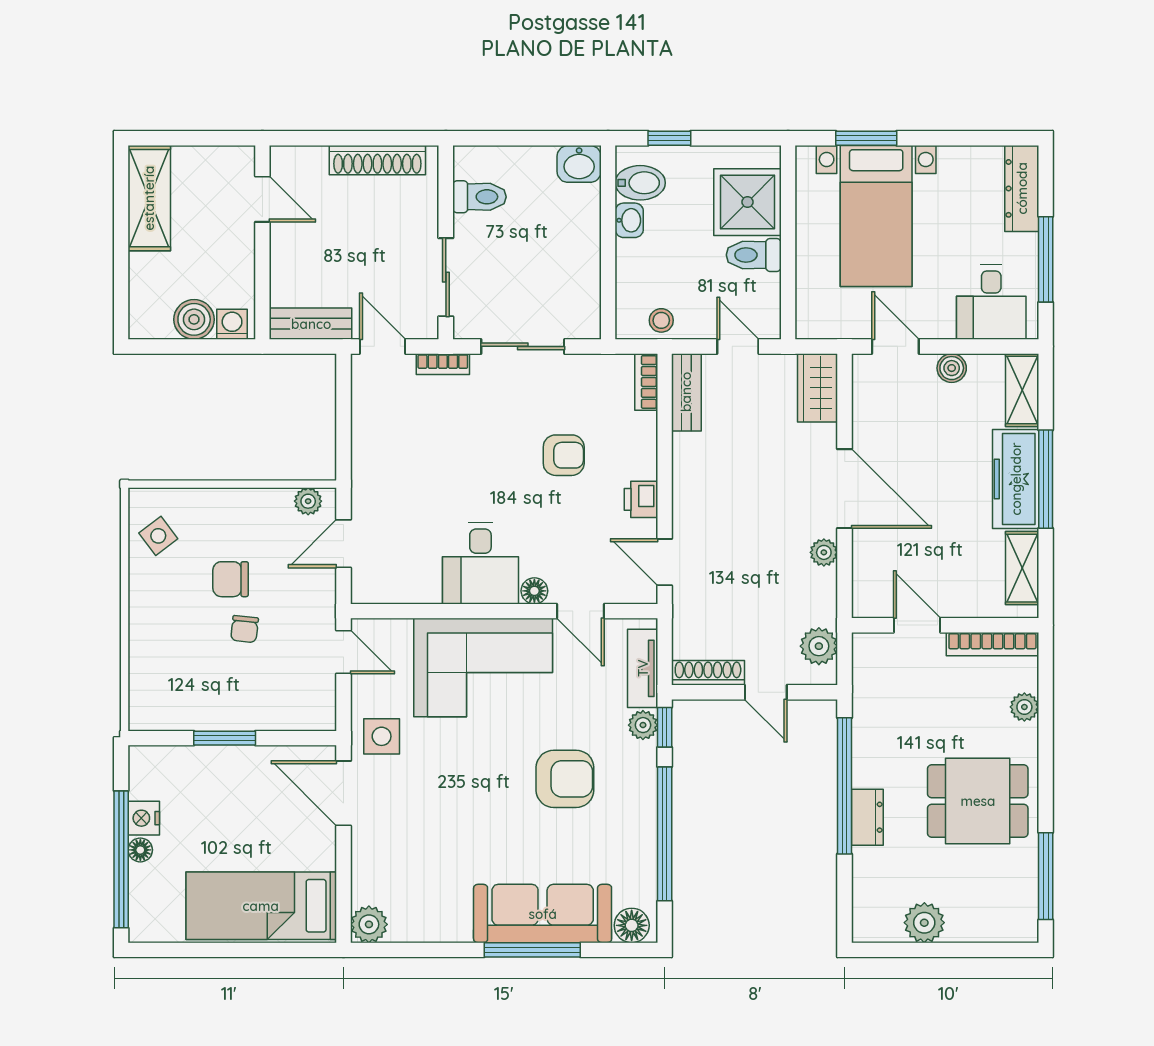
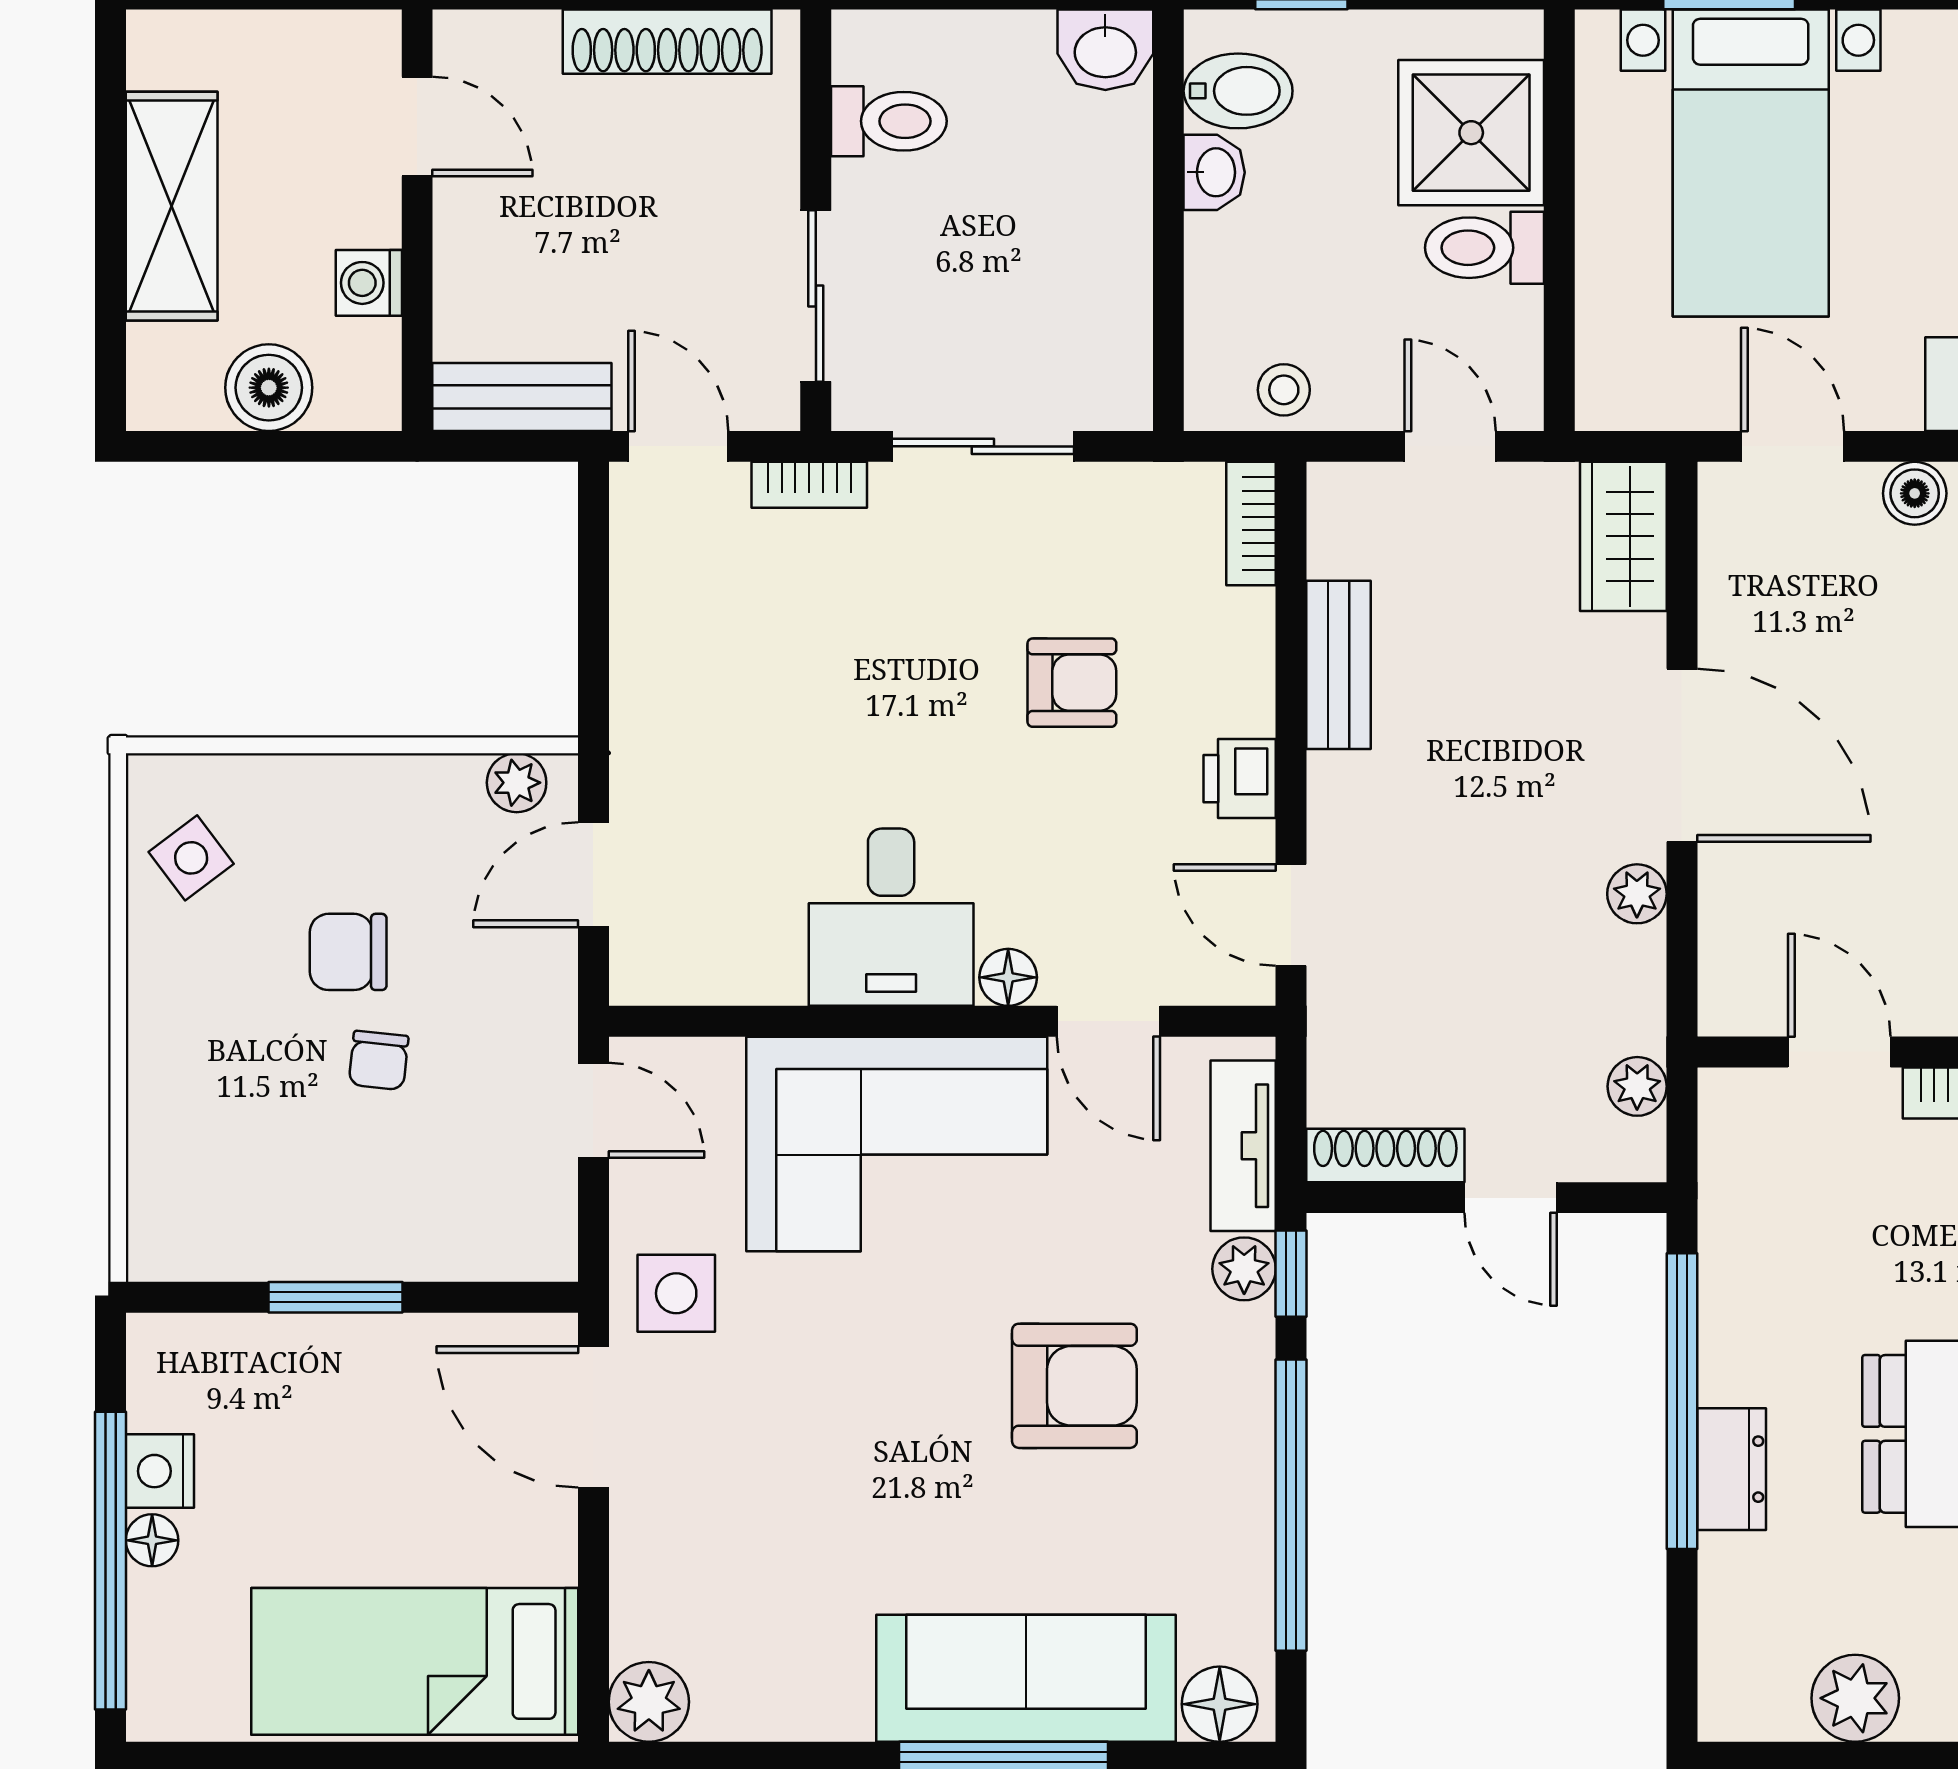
shelving: (149, 198) -> (172, 206), moved
washing machine: (232, 324) -> (369, 283), moved, turned -90
bench: (686, 392) -> (1338, 665), moved
plant: (819, 646) -> (1637, 1086), width x0.73, depth x0.73

